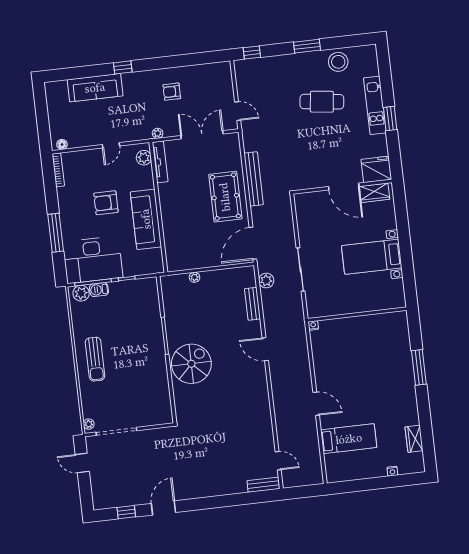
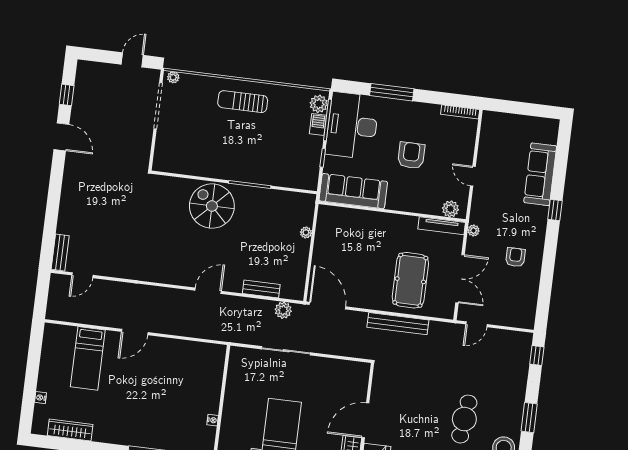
floor lamp: (62, 144) -> (487, 123), removed
pool table: (225, 197) -> (410, 280), moved, turned 90
sofa: (146, 219) -> (353, 191), moved
nightstand: (313, 325) -> (213, 420), moved
spiral stairs: (191, 364) -> (212, 206), turned 180
wardrobe: (414, 439) -> (70, 430), width x1.50

